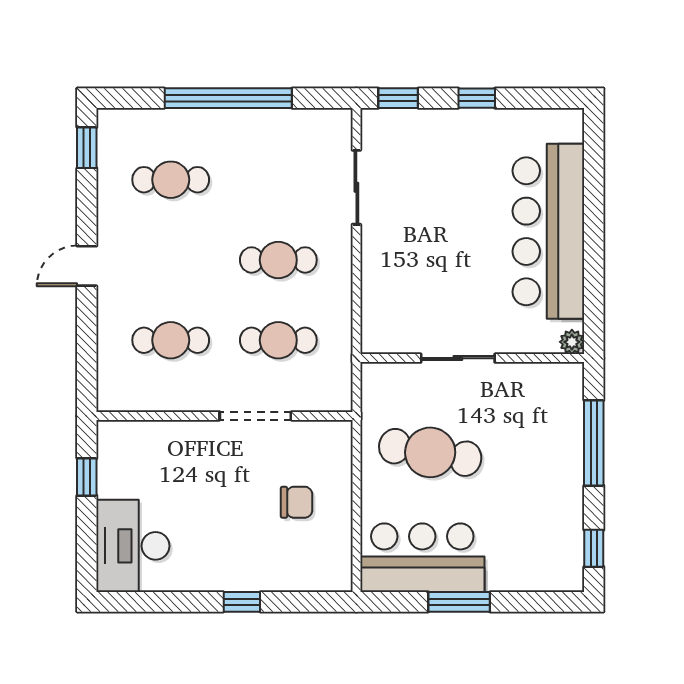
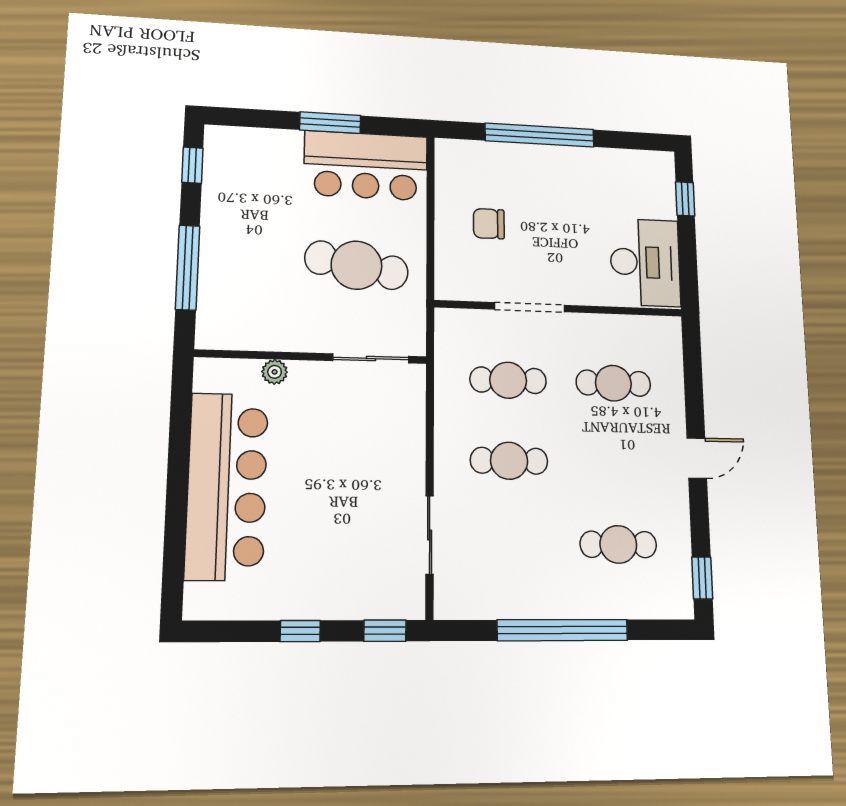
plant: (572, 342) -> (275, 372), moved
sliding door: (458, 358) -> (371, 358), moved
window: (87, 477) -> (685, 199), moved
desk: (133, 546) -> (645, 262), moved
window: (242, 602) -> (540, 135), width x3.17

